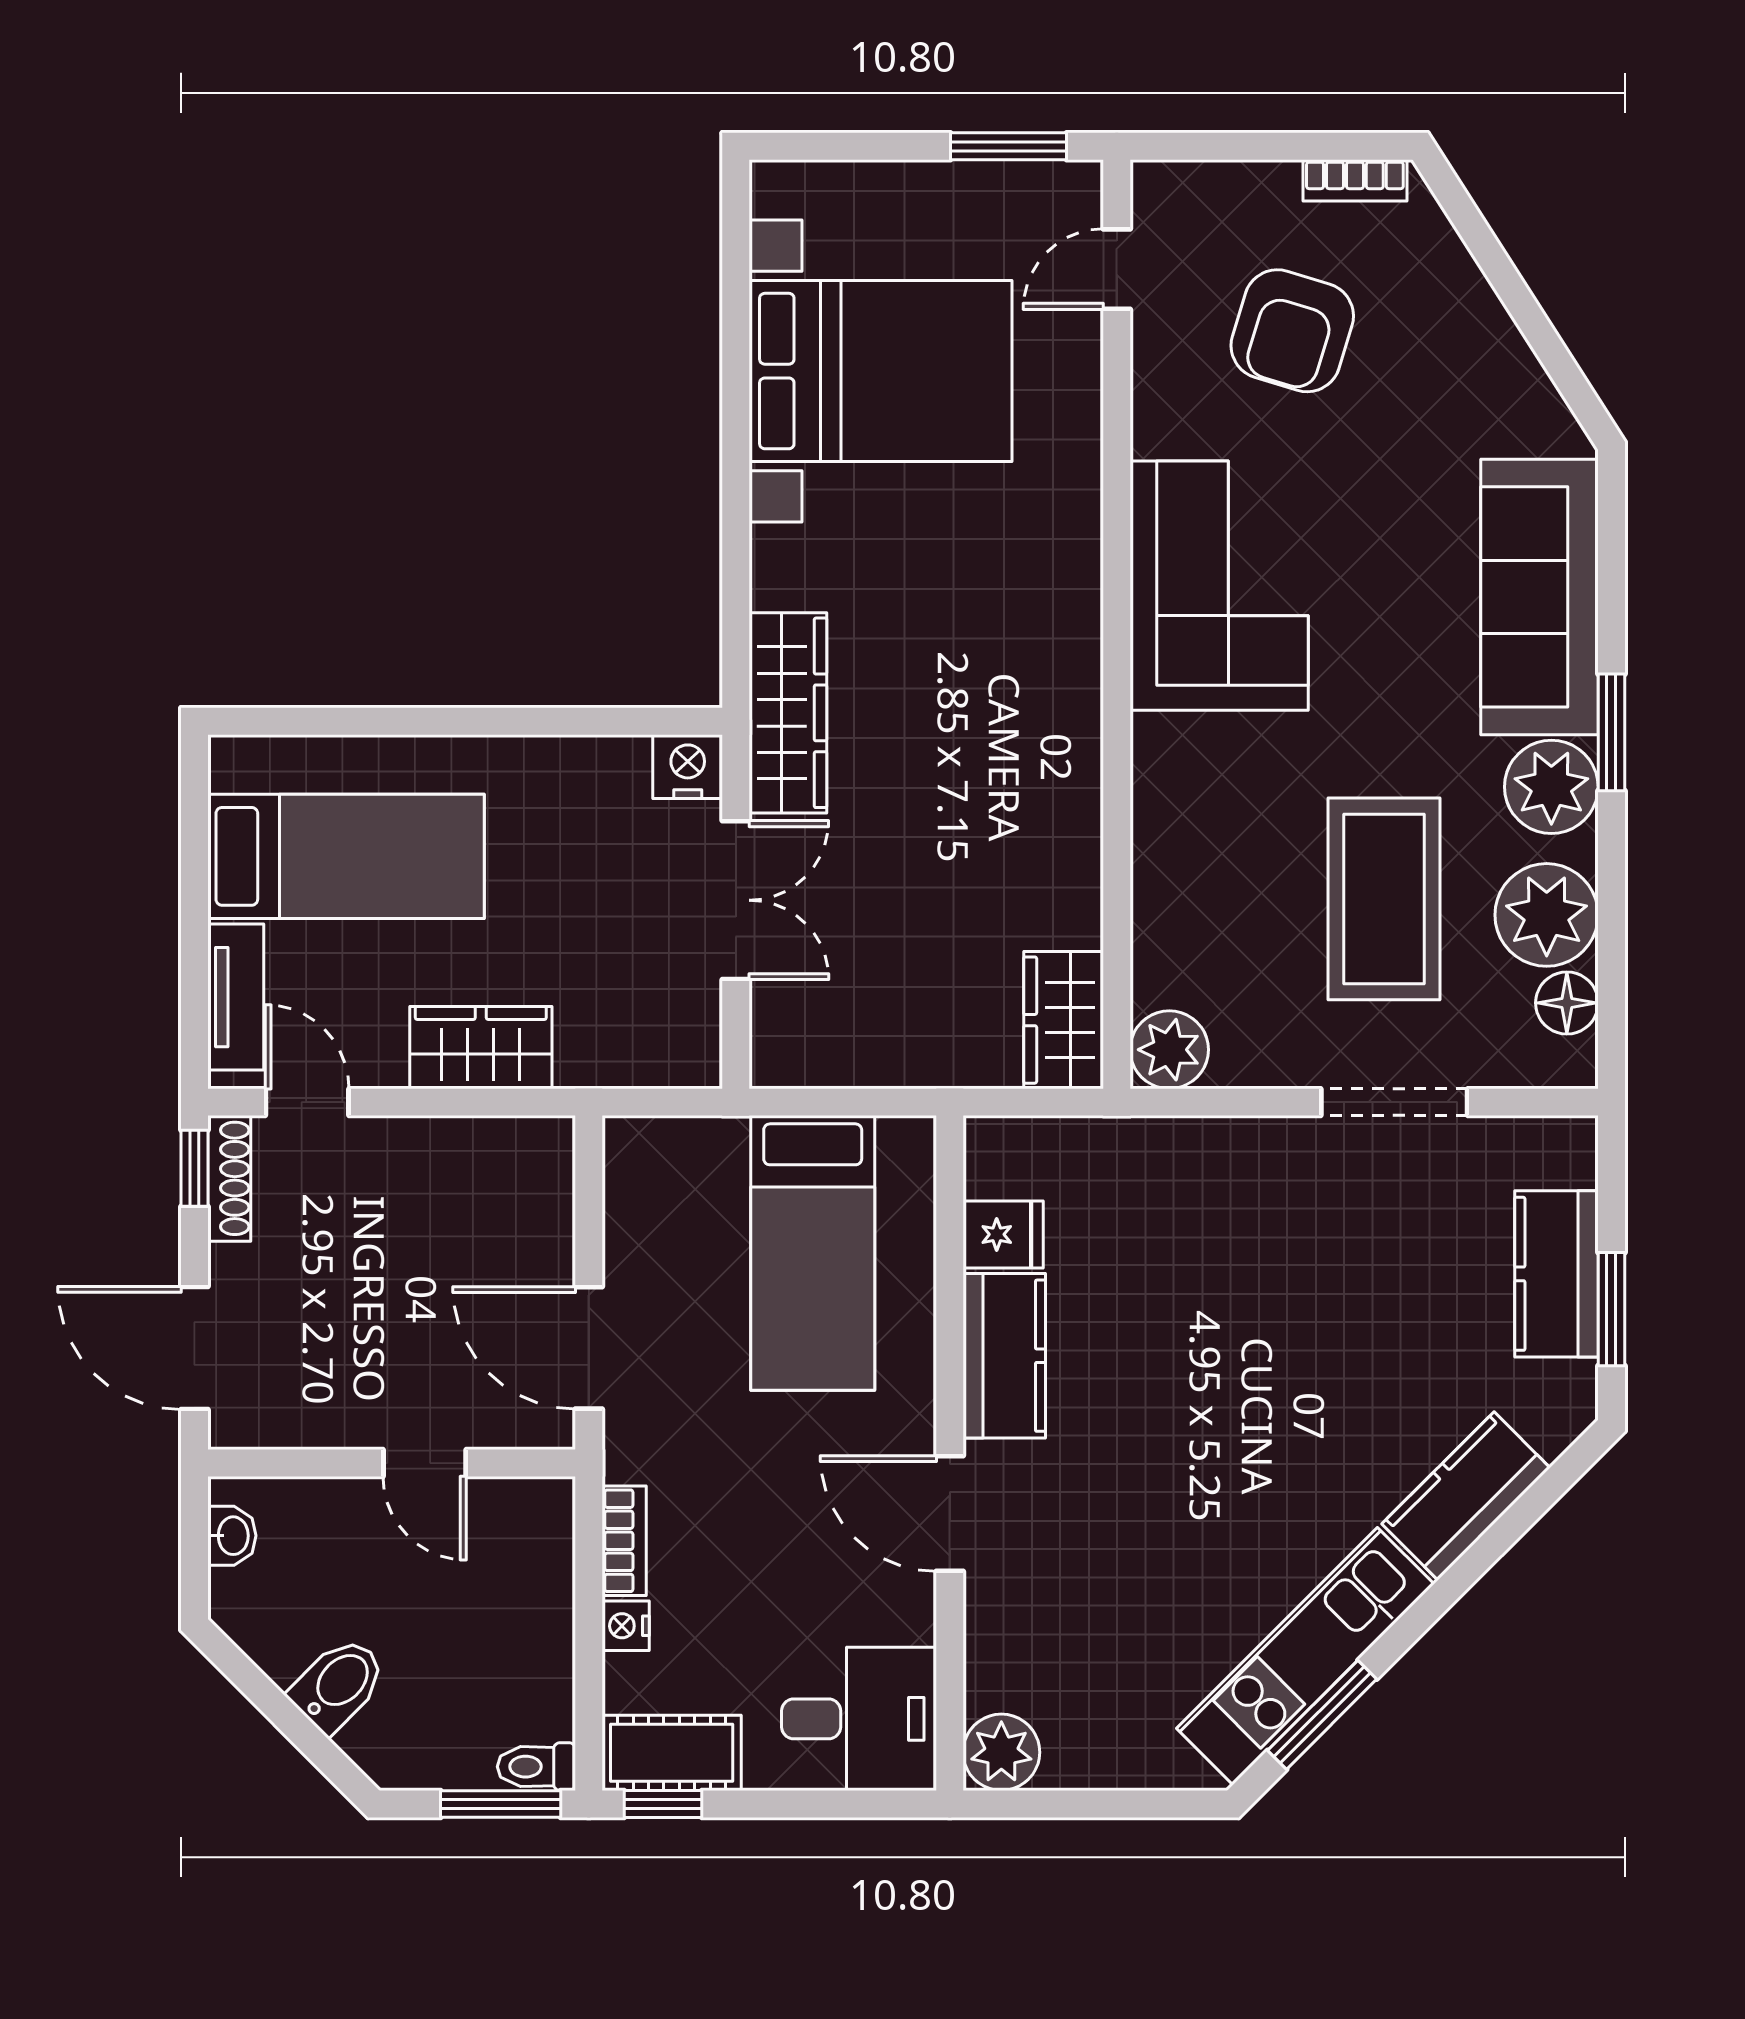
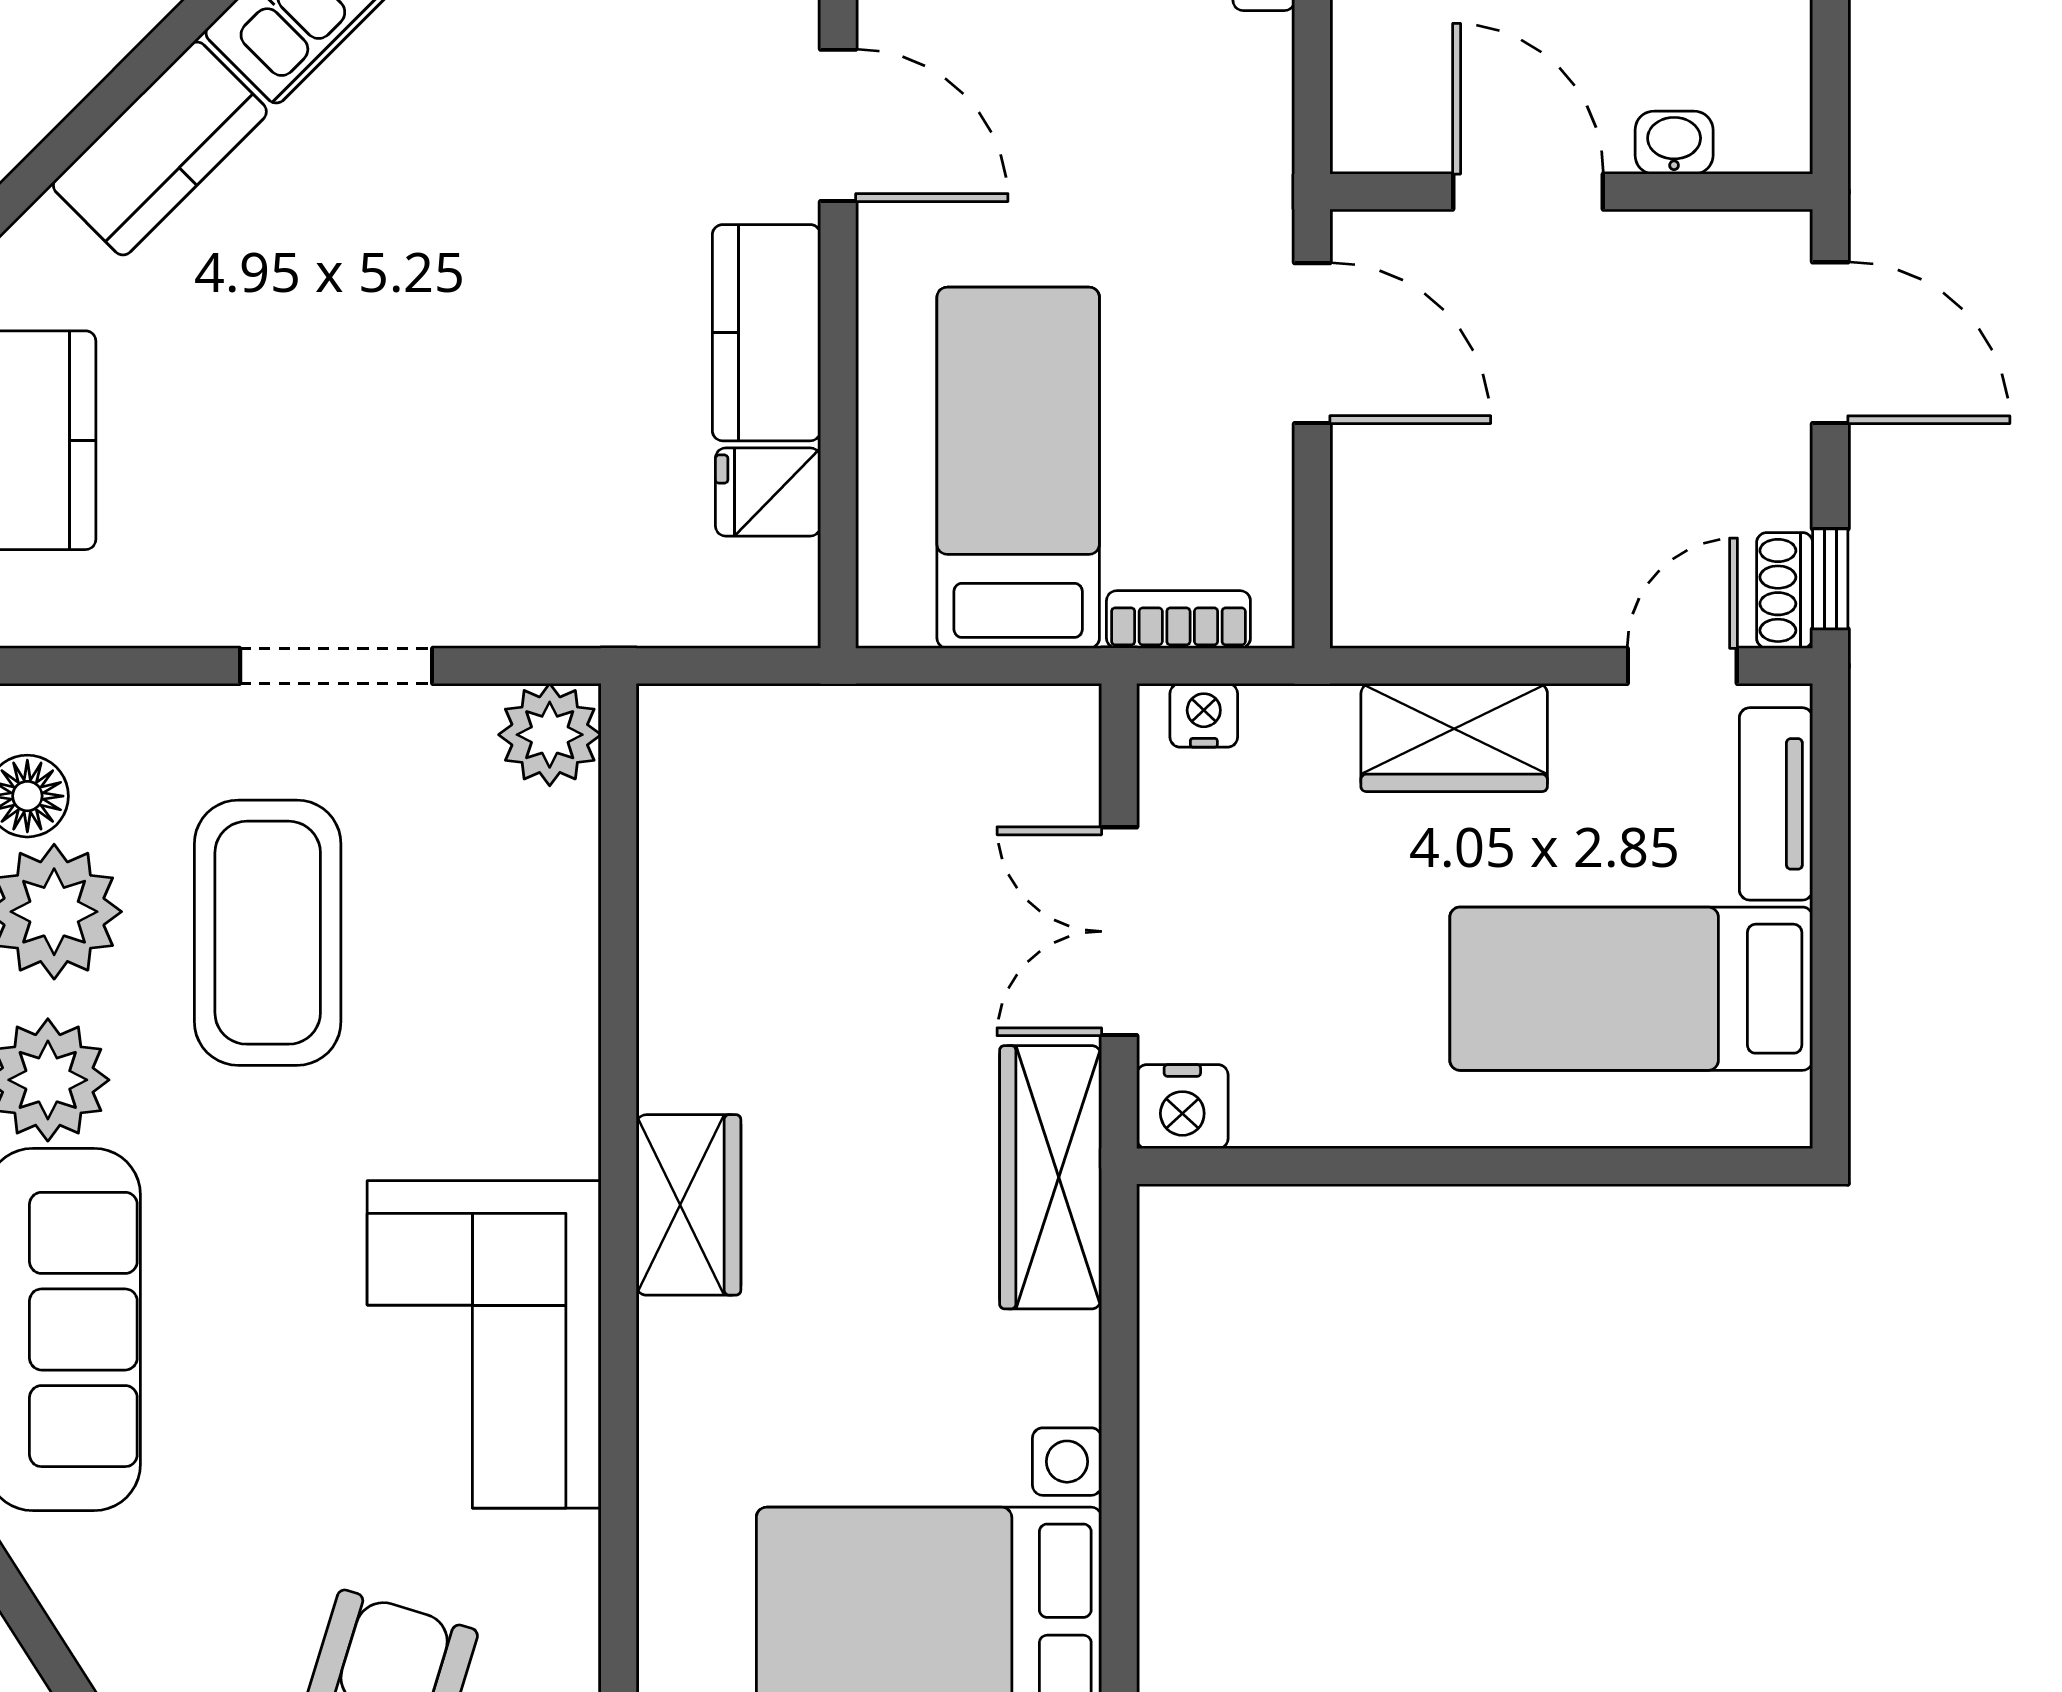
wardrobe: (1064, 1020) -> (688, 1205), moved
nightstand: (671, 1064) -> (1204, 715), added
door: (307, 1102) -> (1682, 666), swing flipped
doorway: (1394, 1102) -> (336, 666), moved
shoe rack: (229, 1178) -> (1785, 590), width x0.70
door: (425, 1463) -> (1528, 192), width x1.38
washbasin: (232, 1536) -> (1674, 143), moved, turned 90
bookcase: (624, 1541) -> (1178, 619), moved, turned 90

